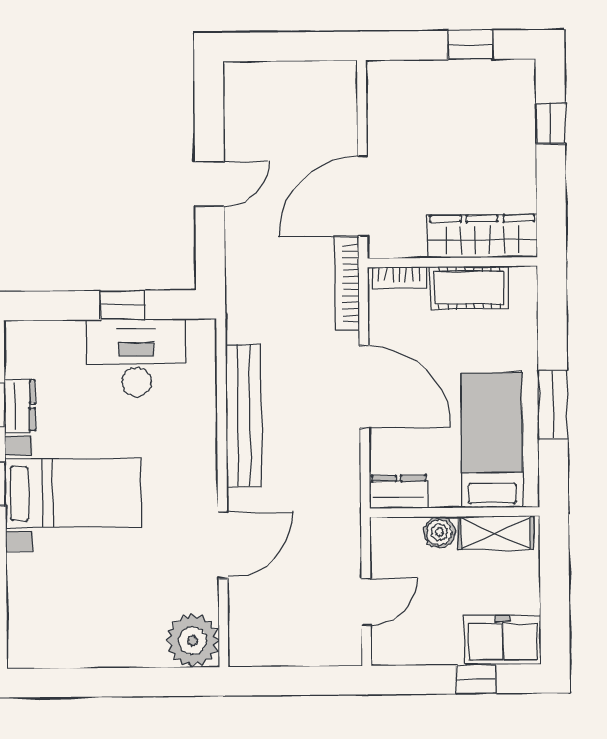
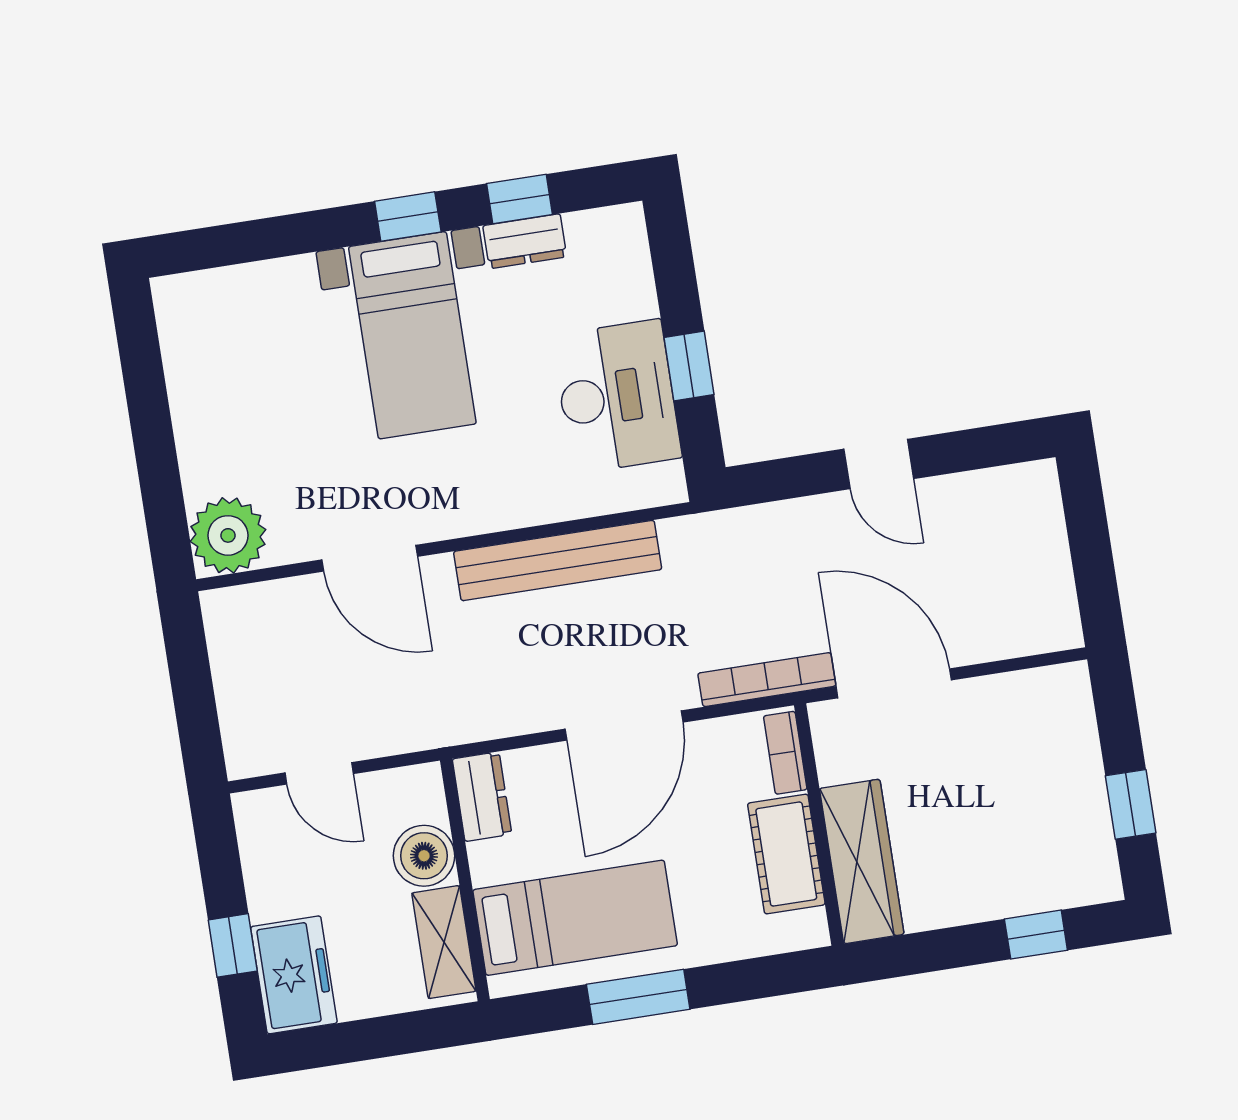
boiler: (439, 532) -> (424, 856), width x1.36, depth x1.36

